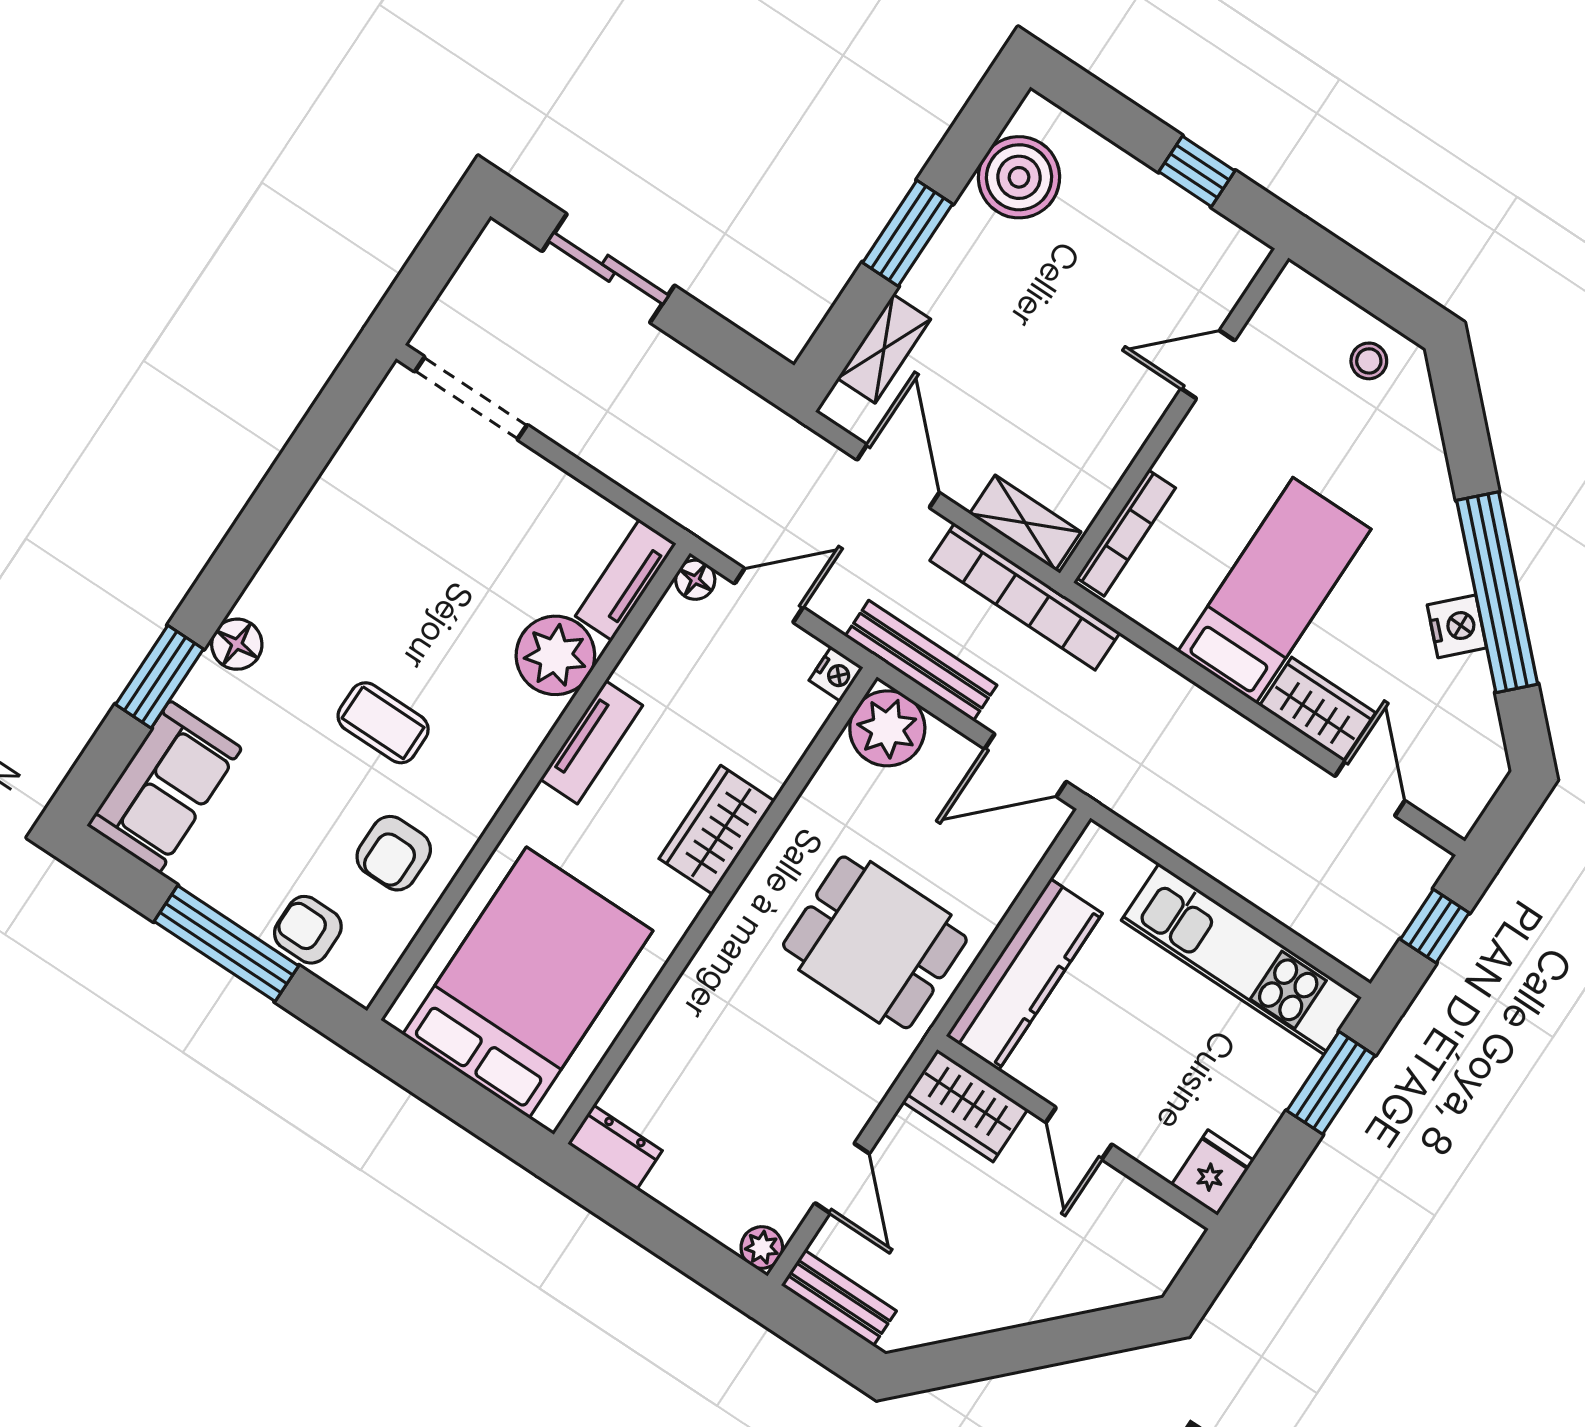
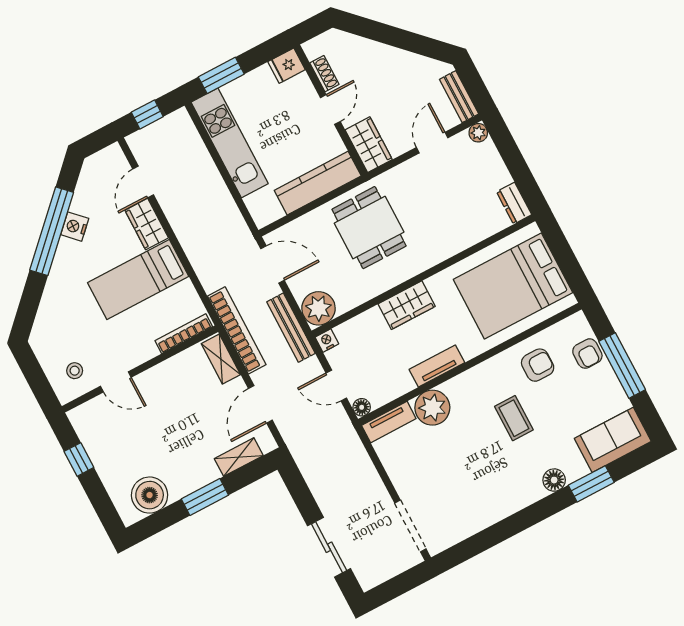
stool: (1369, 361) -> (75, 371), moved
shoe rack: (1129, 1198) -> (324, 74), added

